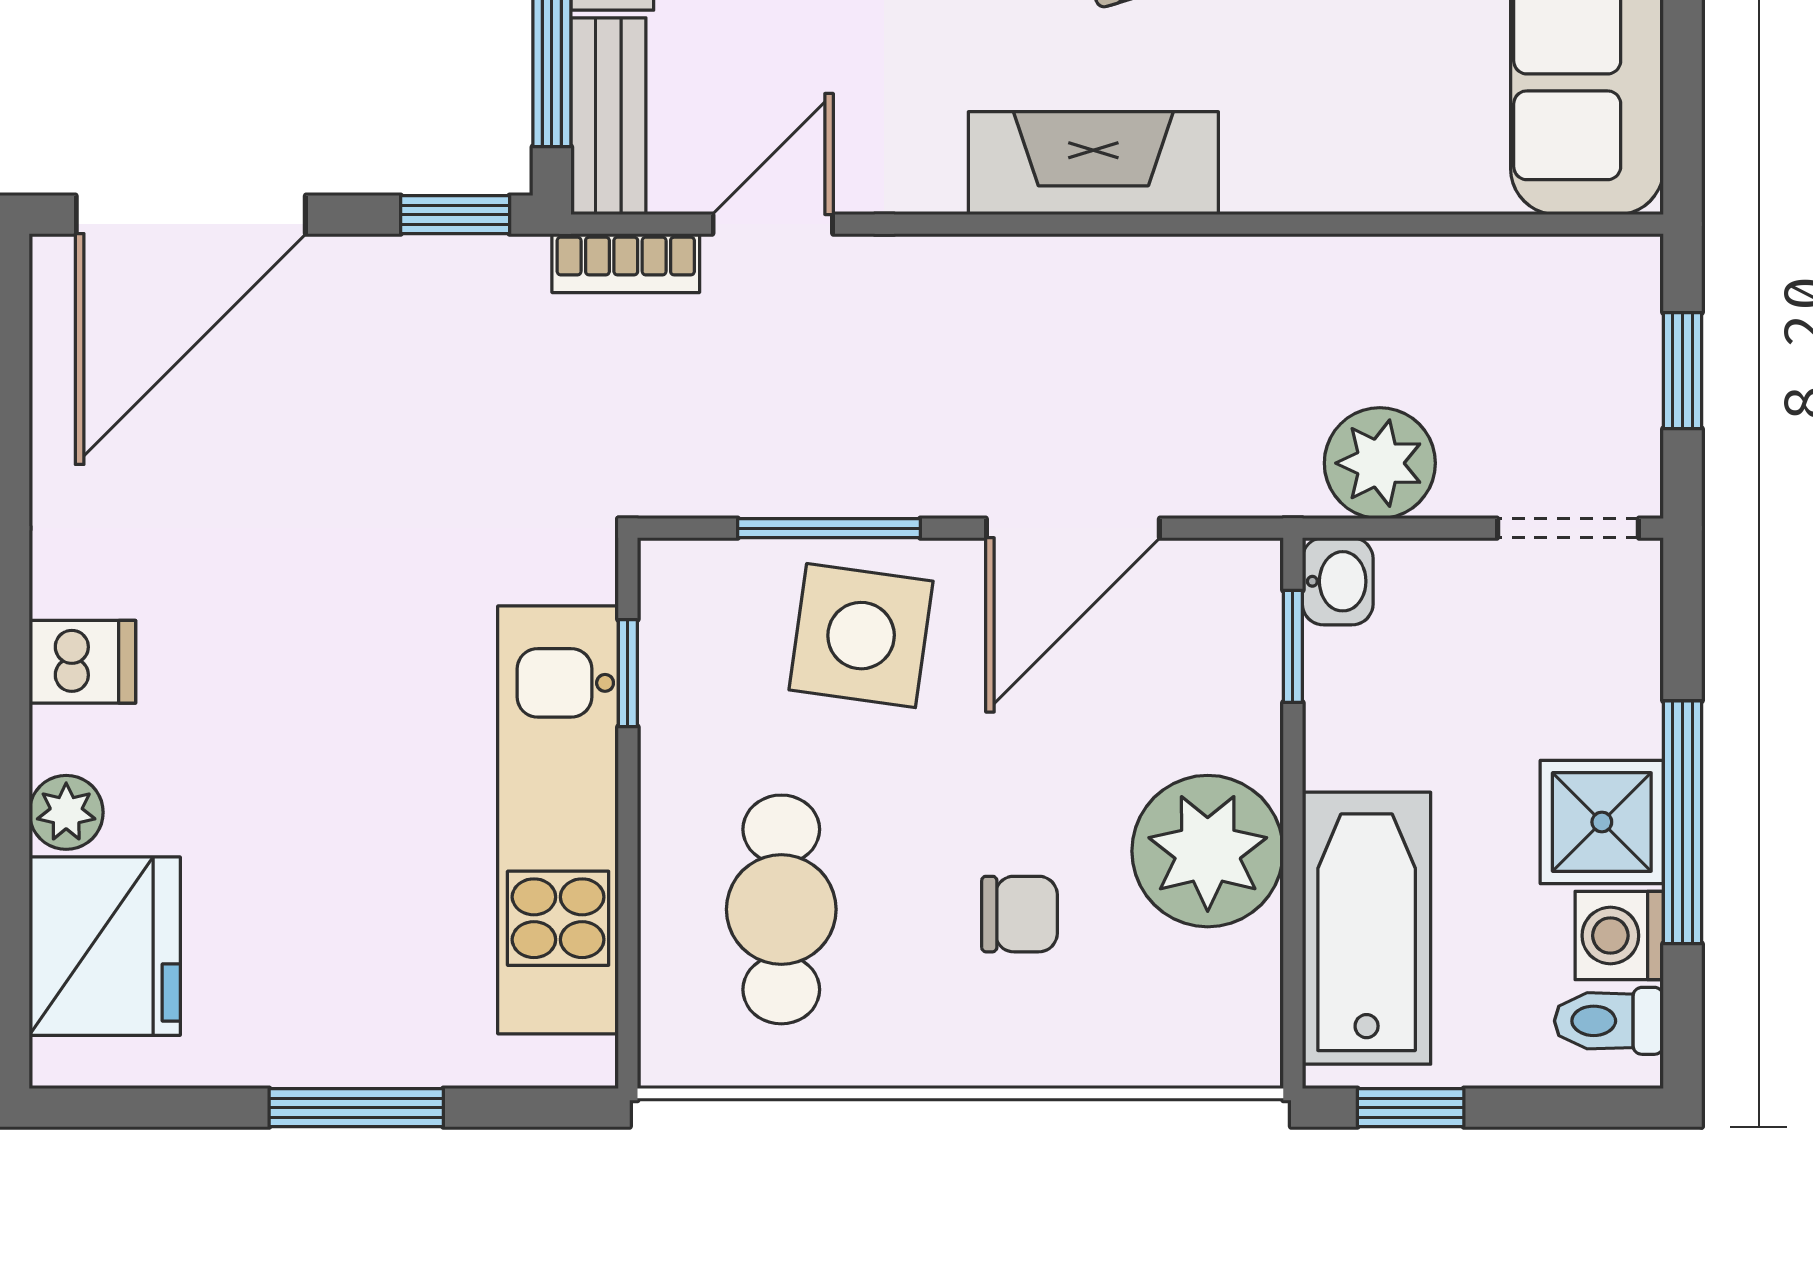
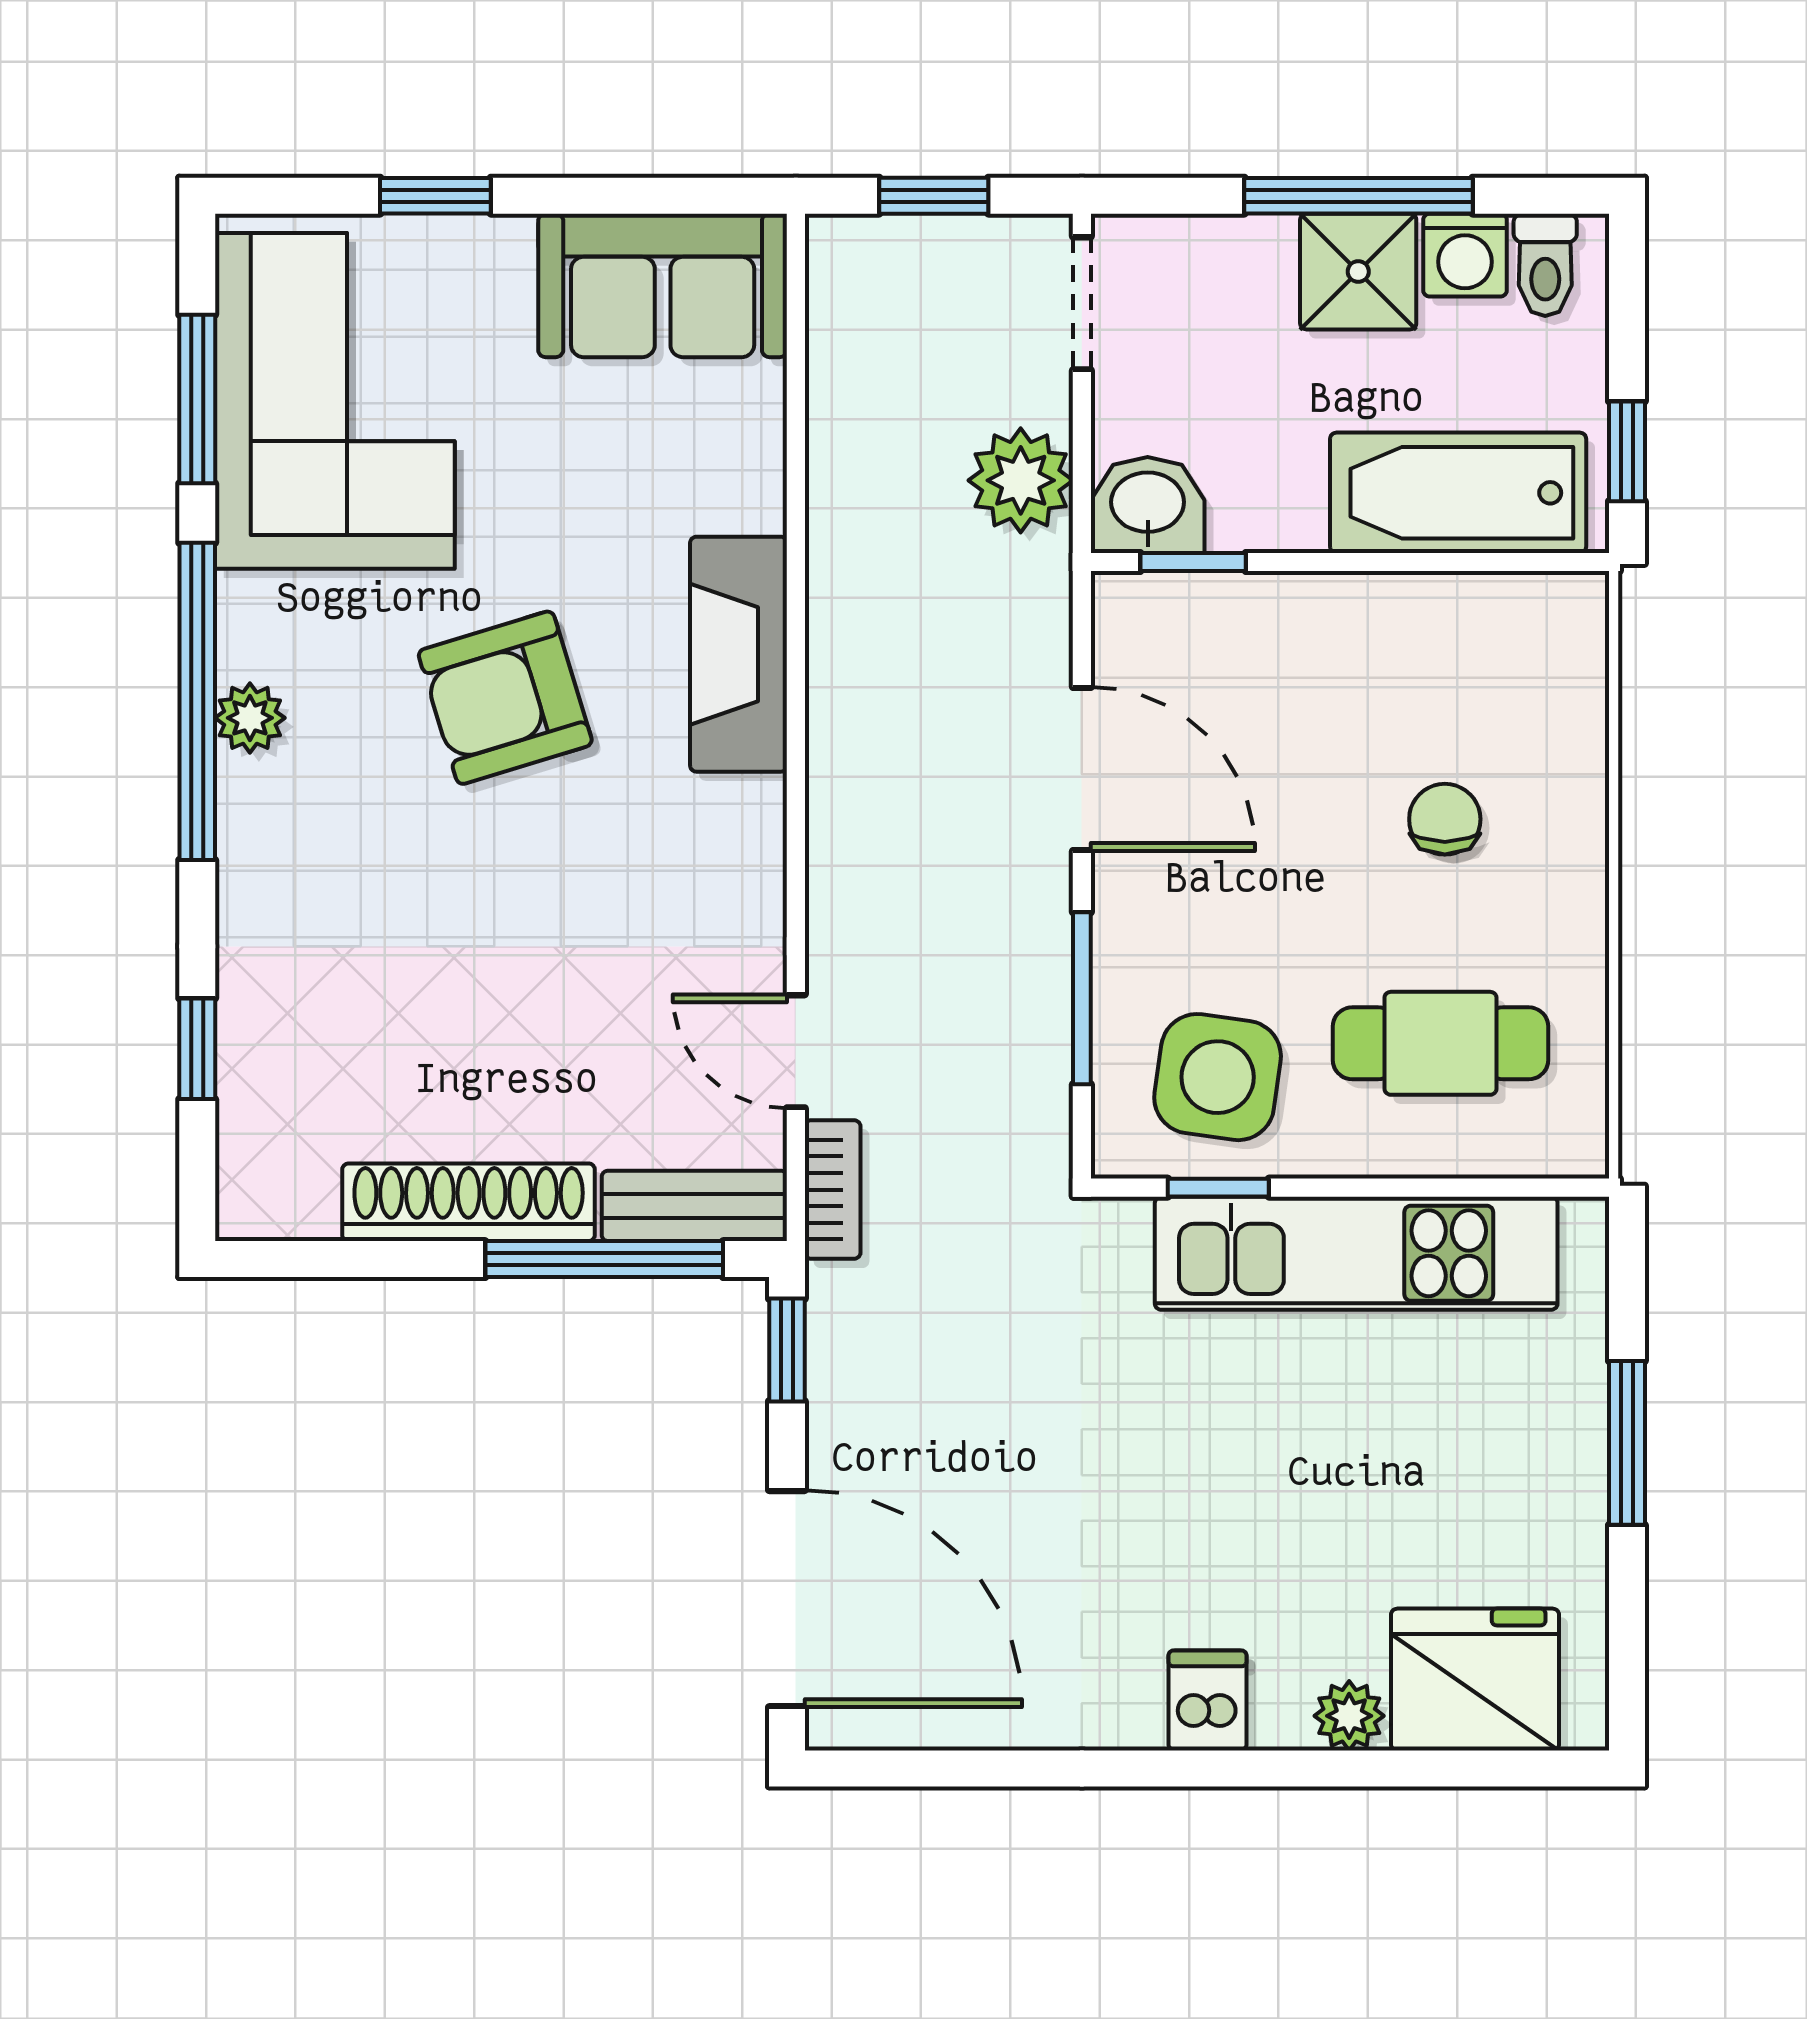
fireplace: (1093, 163) -> (739, 654), moved
washbasin: (1338, 581) -> (1148, 505), width x1.38, depth x1.45
side table: (861, 636) -> (1218, 1077), moved
plant: (1208, 851) -> (1386, 642), removed

